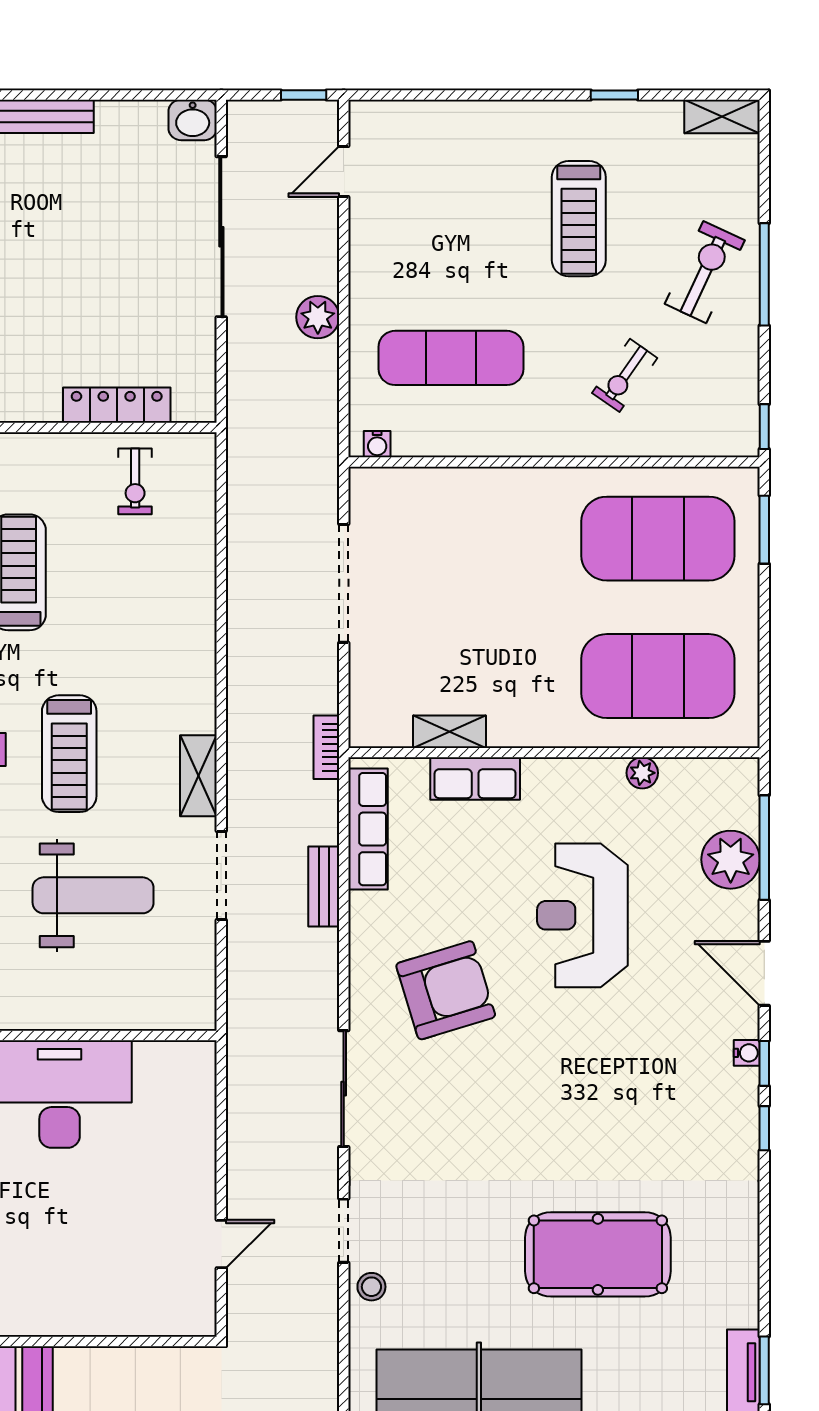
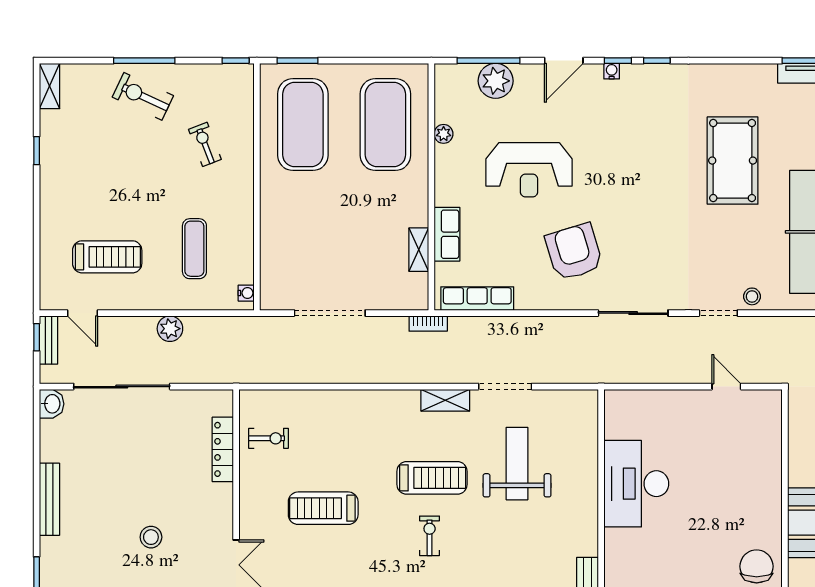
treadmill: (579, 219) -> (107, 257), moved
exercise mat: (451, 358) -> (194, 249), width x0.73, depth x0.69
exercise bike: (625, 375) -> (205, 144), turned -146
bench: (324, 886) -> (48, 340), moved, turned 90

